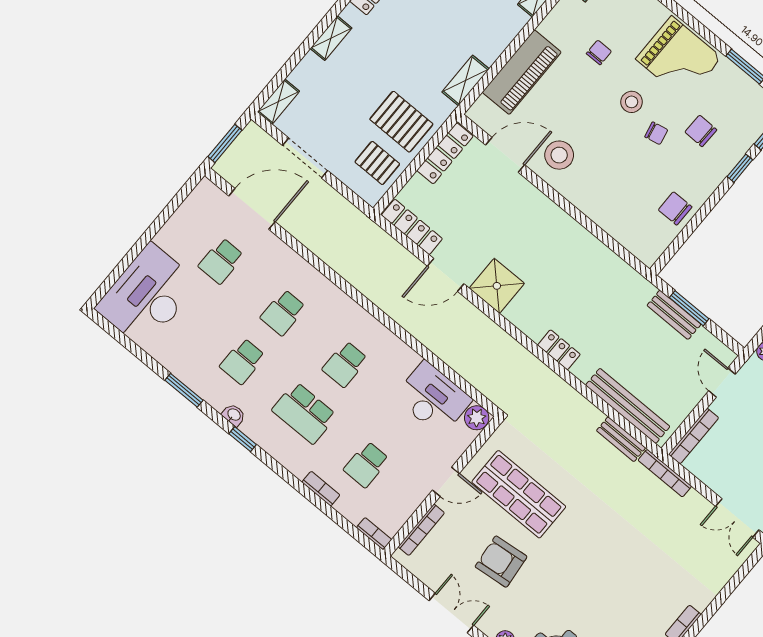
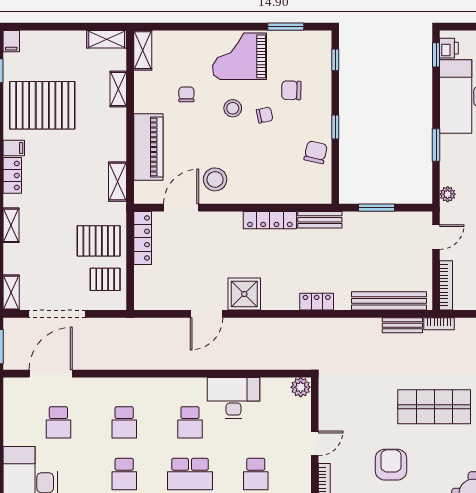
grand piano: (679, 58) -> (240, 56), turned 180
doorway: (305, 158) -> (57, 314), width x1.36
window: (740, 168) -> (335, 127), moved
chair: (675, 208) -> (316, 152), turned 103
locker: (412, 227) -> (270, 220), moved, turned 180
bench: (674, 315) -> (320, 220), moved
door: (722, 383) -> (436, 237), swing flipped
desk: (433, 398) -> (234, 398), moved
bookcase: (665, 473) -> (439, 324), width x0.64
shop shelf: (519, 494) -> (434, 407), moved
armchair: (501, 562) -> (391, 465), turned 96

